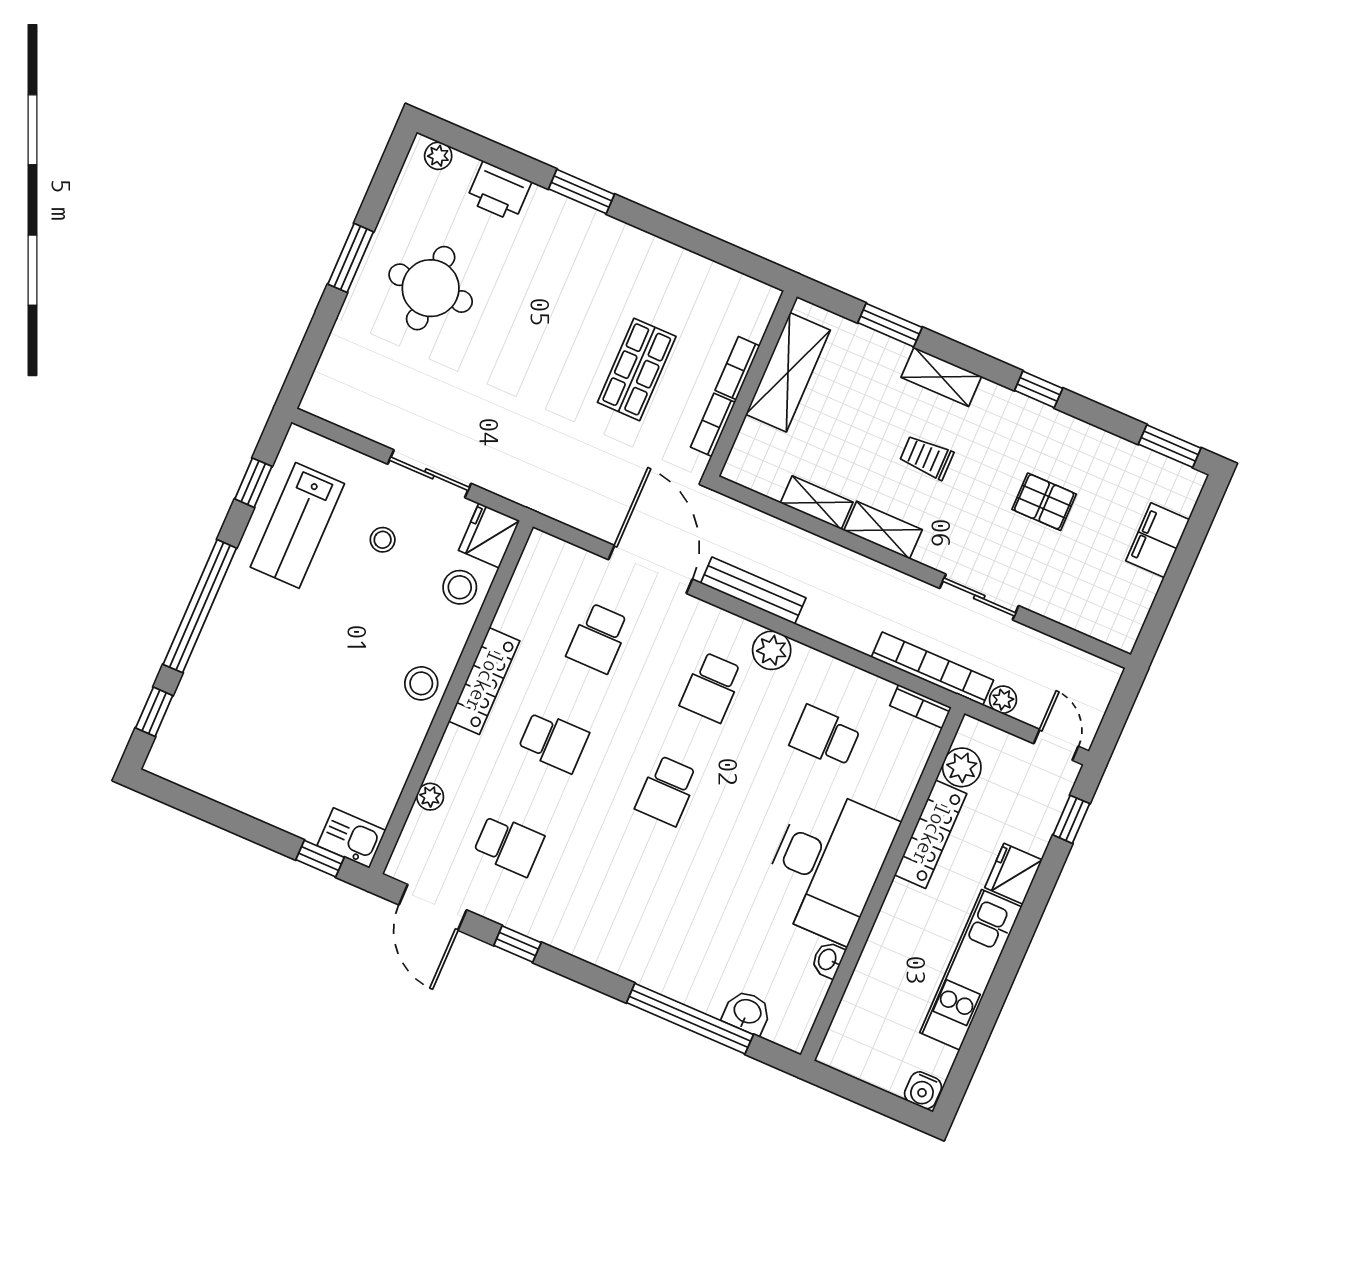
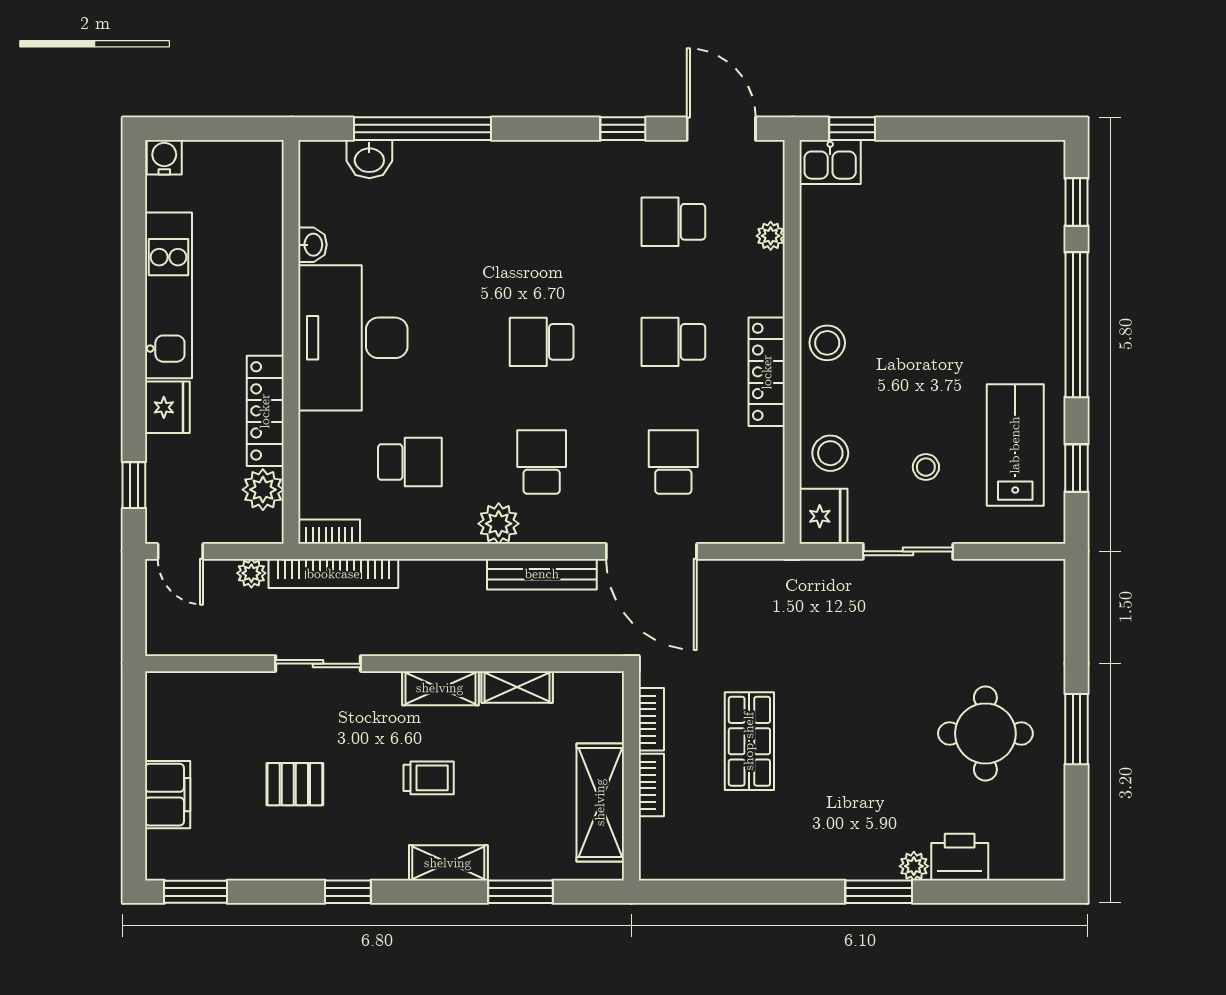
plant: (438, 156) -> (914, 866), moved
school desk: (667, 791) -> (542, 342), turned -90

